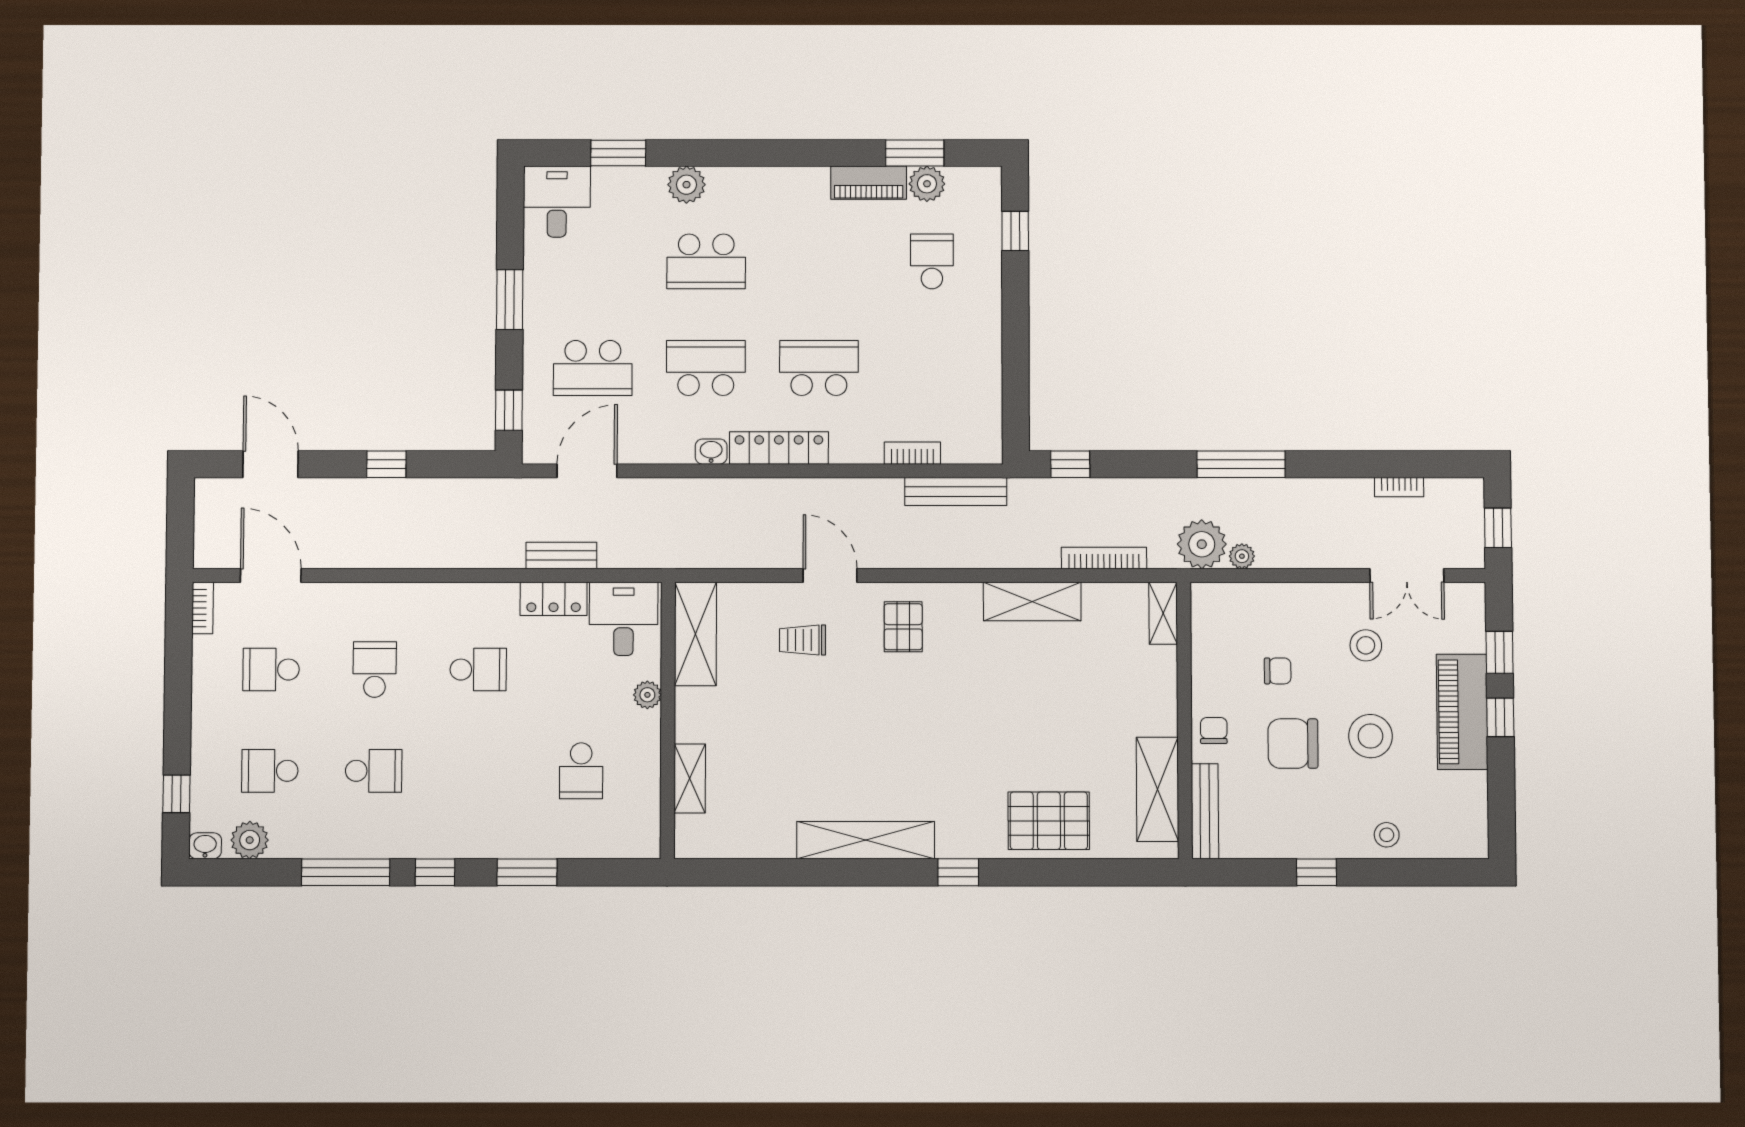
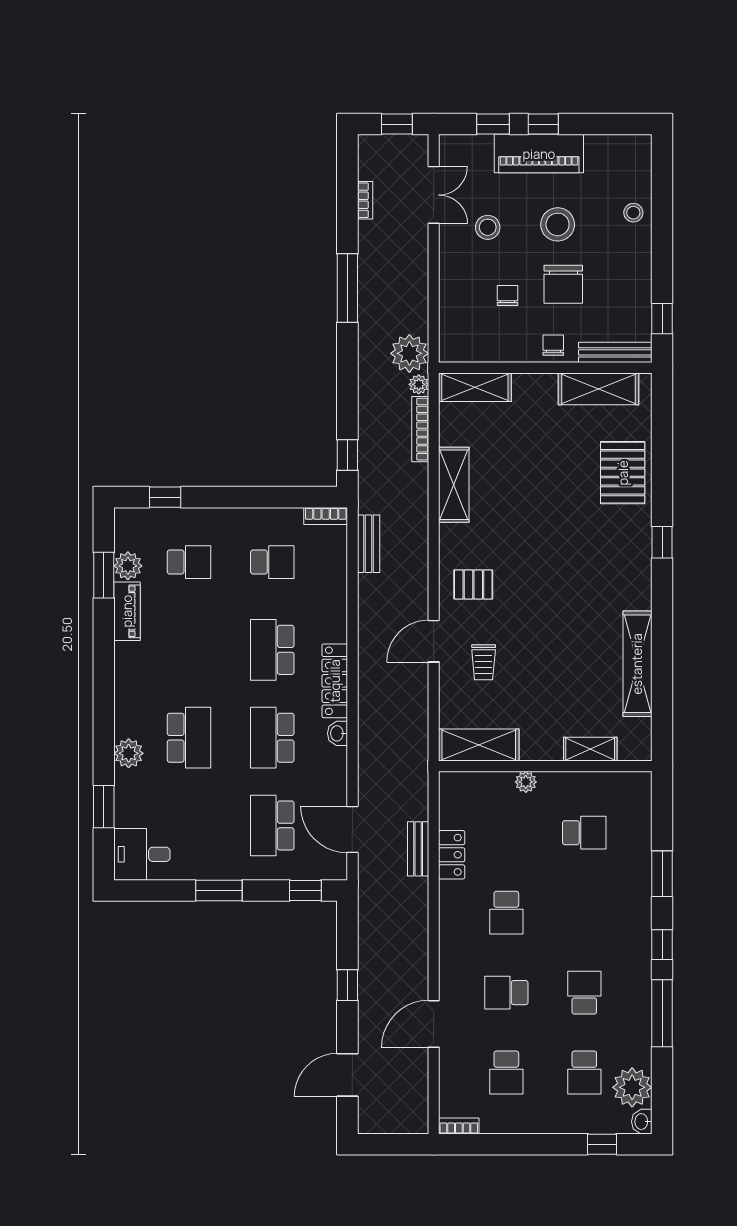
school desk: (932, 261) -> (189, 562), turned 180
school desk: (593, 368) -> (272, 826), turned 180
school desk: (932, 368) -> (272, 562), added
bookcase: (912, 453) -> (326, 516), moved, turned -90
window: (1241, 464) -> (347, 288), moved
bench: (956, 492) -> (369, 544), width x0.73
plant: (1242, 556) -> (419, 384), moved
door: (271, 575) -> (434, 1024), moved
shelving: (1163, 613) -> (475, 387), width x1.50, depth x1.33
desk: (624, 619) -> (467, 801), removed
school desk: (478, 670) -> (506, 913), turned 180
chair: (1214, 731) -> (553, 345), turned 90
plant: (250, 840) -> (632, 1087), width x1.36, depth x1.36
shelving: (866, 840) -> (637, 664), moved
window: (1316, 872) -> (662, 319), moved

